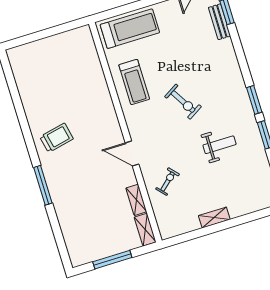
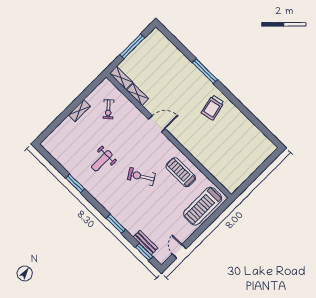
window: (254, 100) -> (116, 224), moved
exercise bike: (168, 182) -> (108, 109), moved

